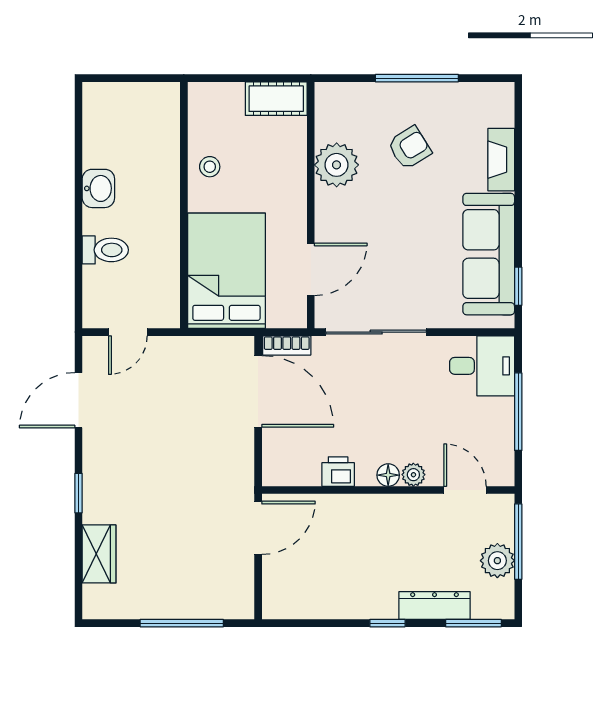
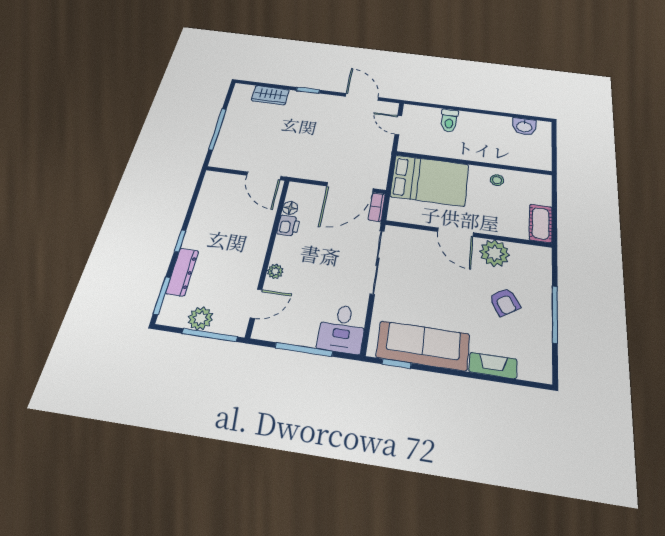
washbasin: (98, 188) -> (524, 126), moved
door: (311, 269) -> (455, 232), moved
floor lamp: (388, 475) -> (290, 208), moved

